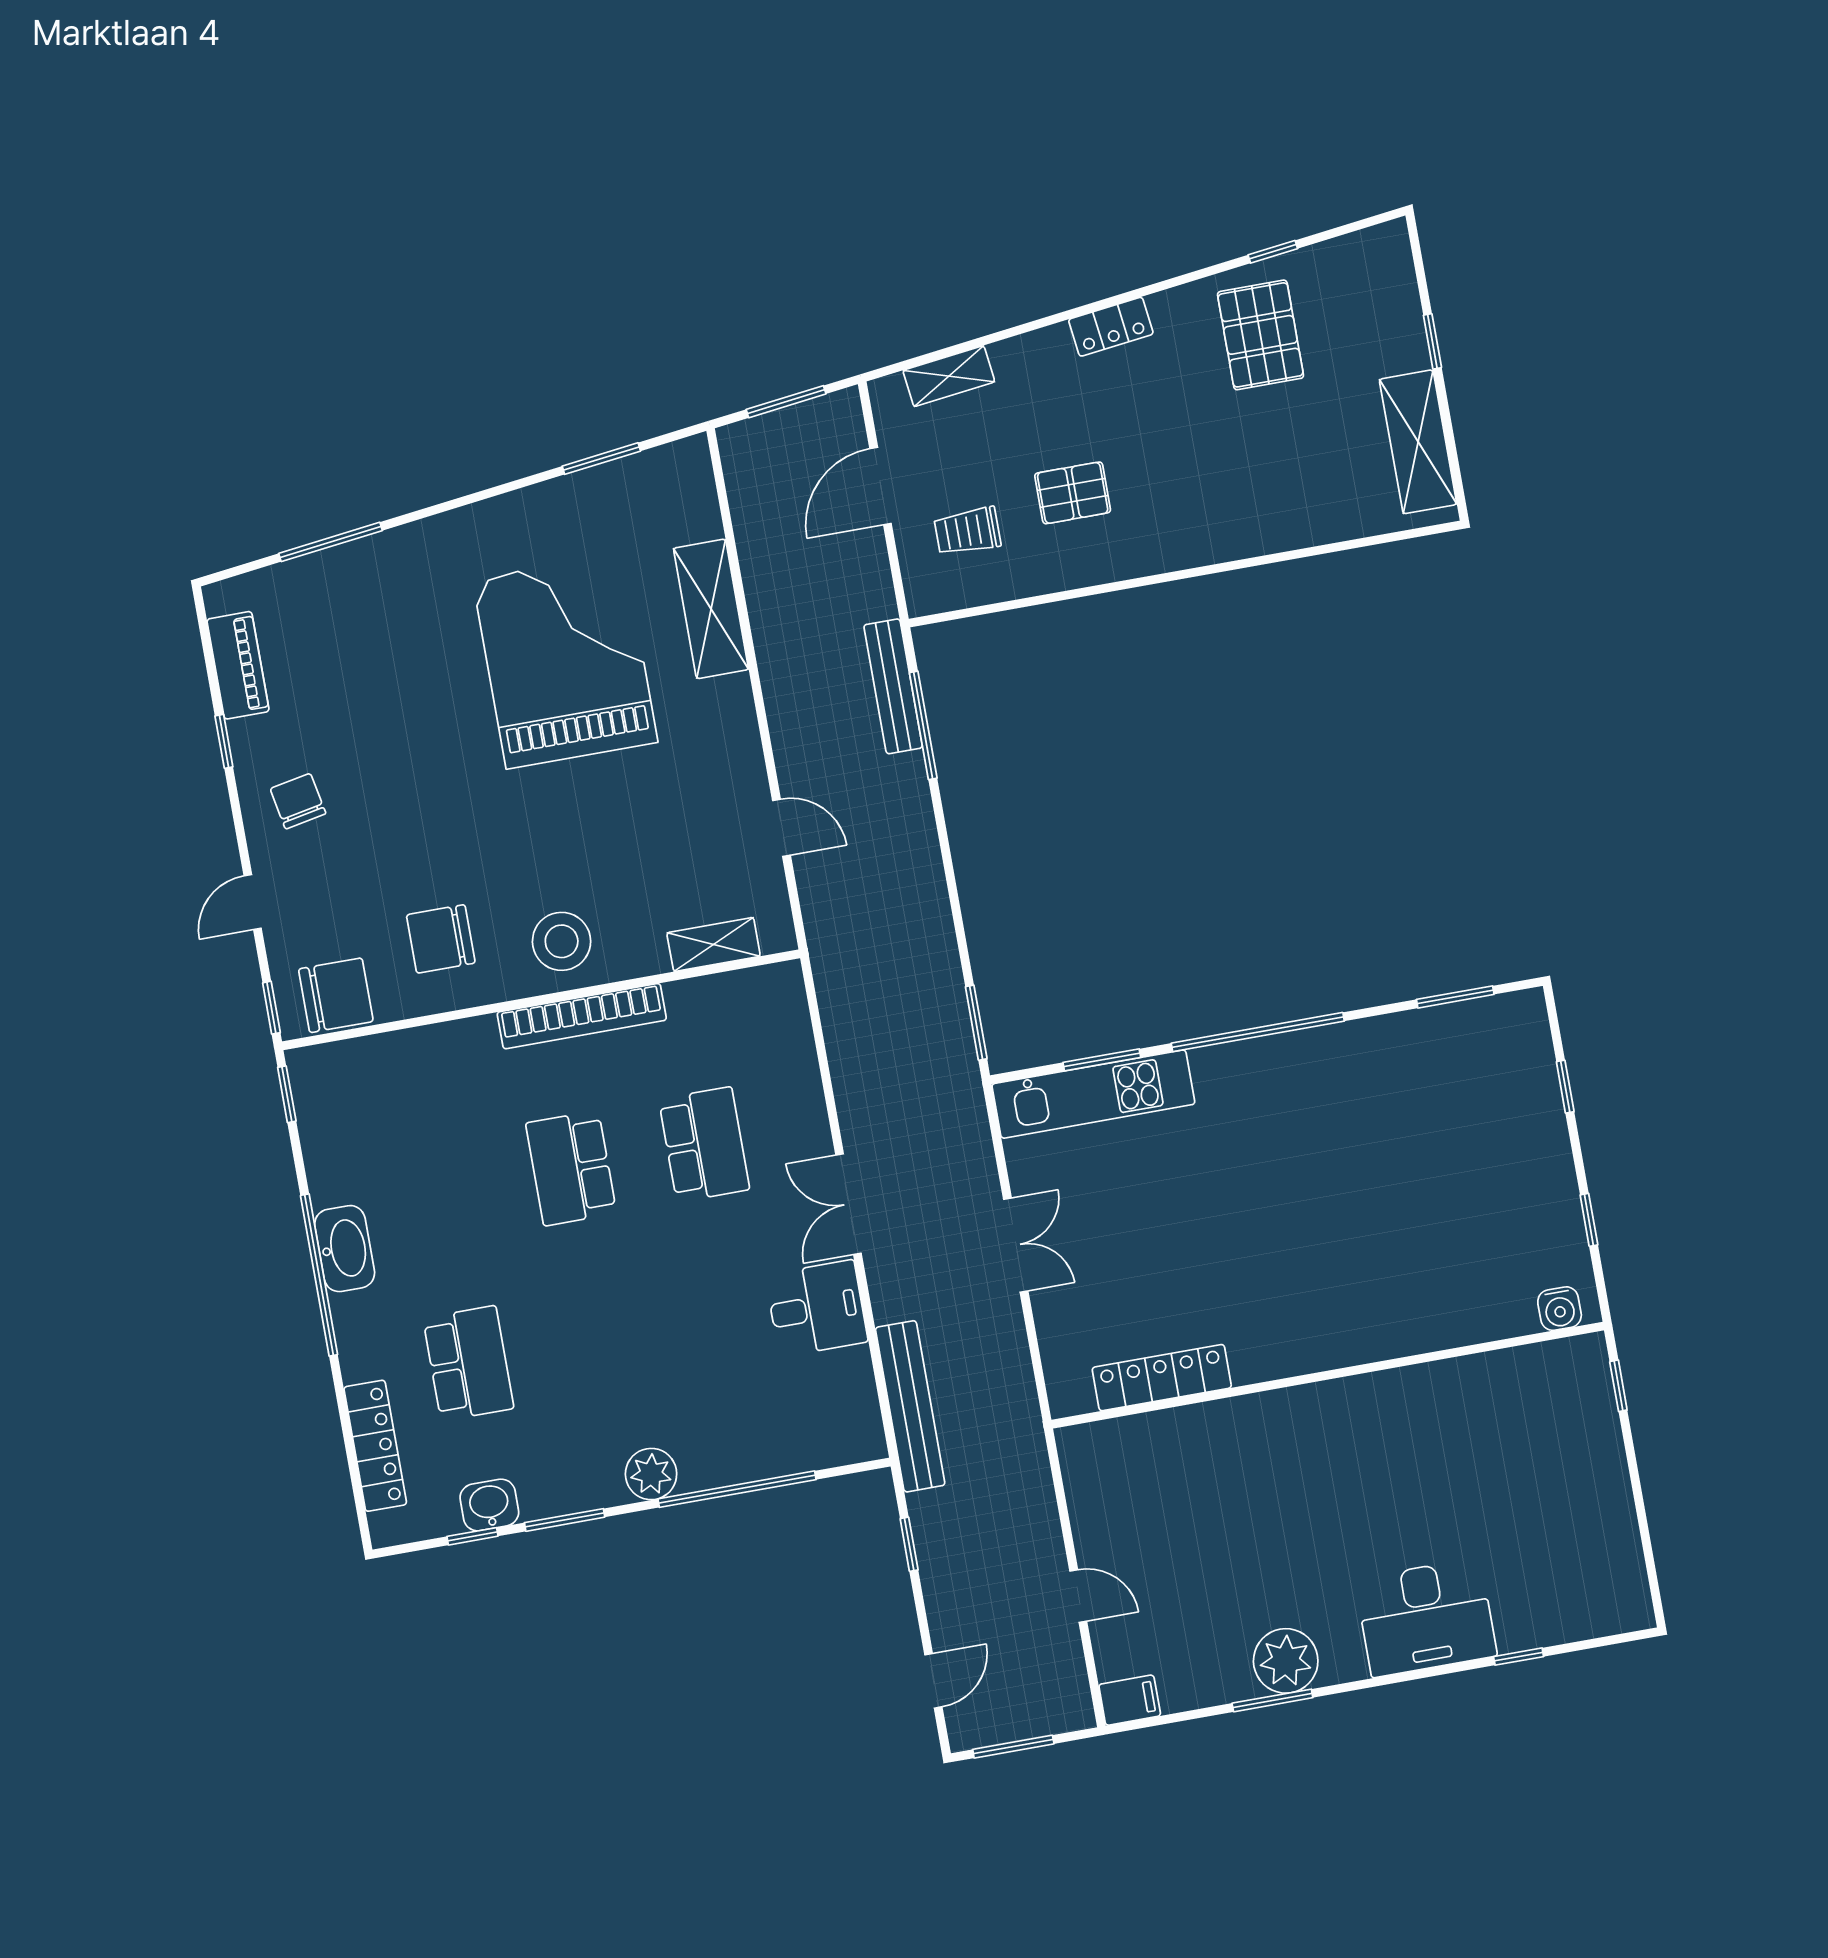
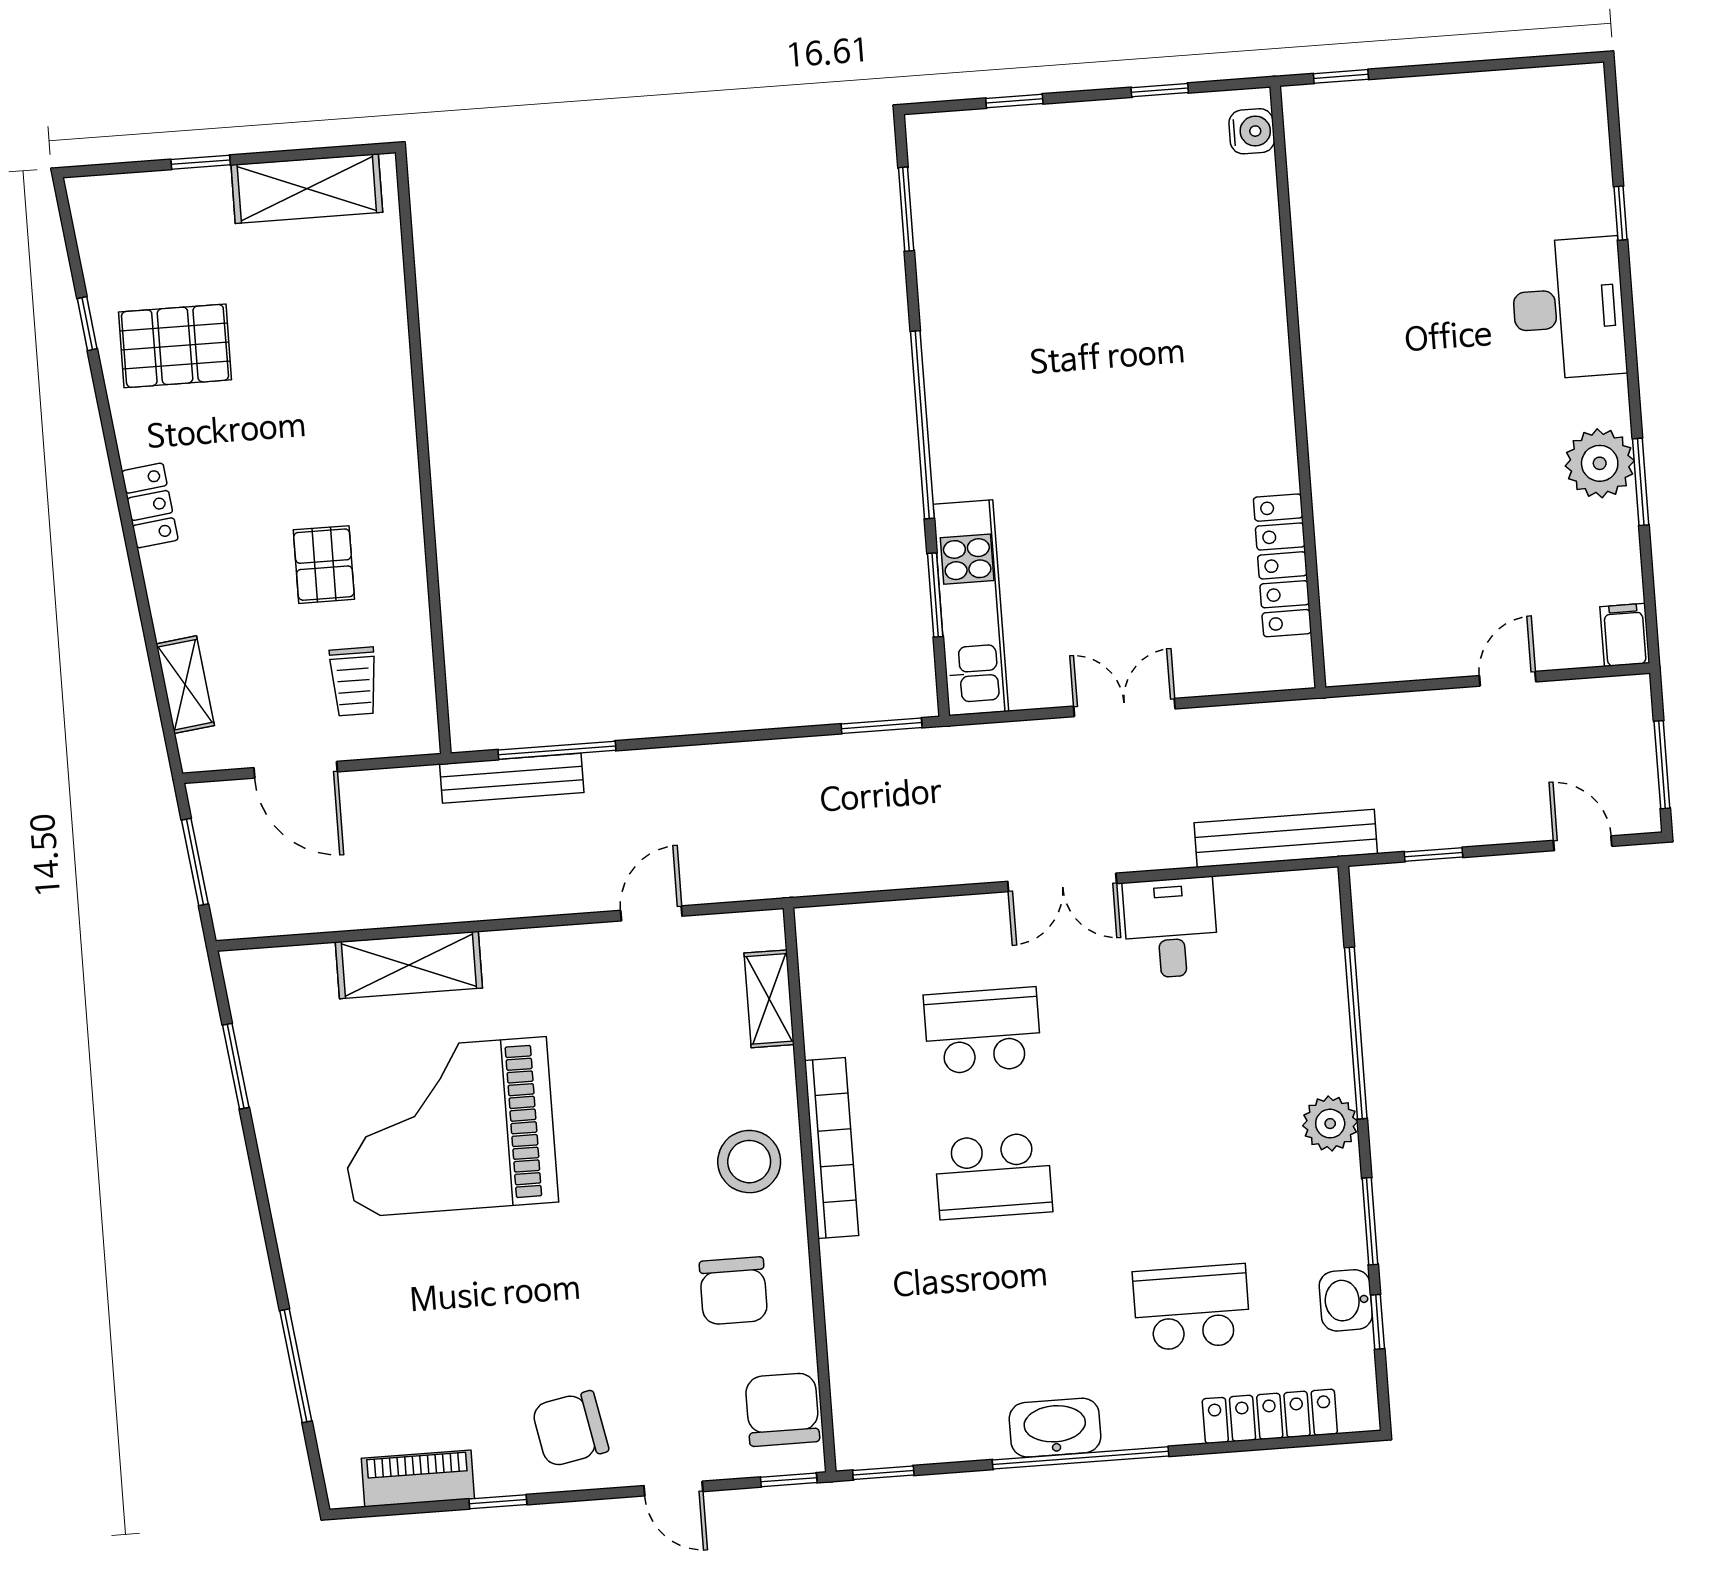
chair: (298, 801) -> (570, 1429), width x1.37, depth x1.37

